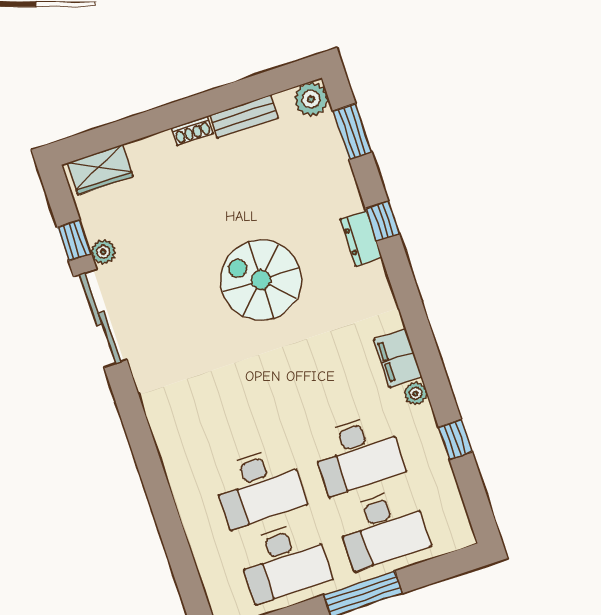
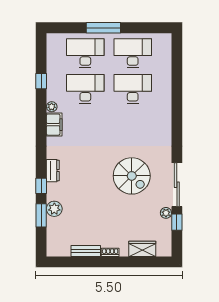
plant: (311, 99) -> (54, 209), moved
window: (352, 131) -> (41, 215), moved
wardrobe: (100, 170) -> (142, 249), moved
dresser: (361, 238) -> (53, 171), moved
spiral stairs: (261, 280) -> (132, 176), moved

